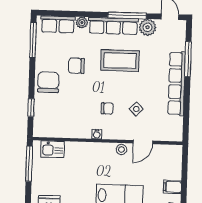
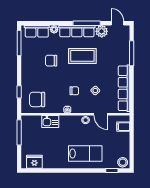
chair: (48, 82) -> (37, 99), moved, turned -90
row of seats: (177, 84) -> (124, 88), moved
door: (143, 142) -> (101, 114), hinge flipped
kitchen sink: (53, 149) -> (50, 122), moved
filing cabinet: (172, 187) -> (123, 127), moved

